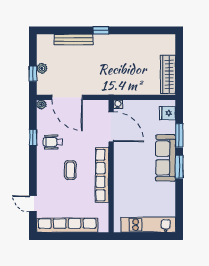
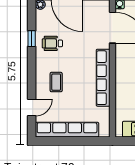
coffee table: (70, 170) -> (56, 82), moved
door: (33, 204) -> (32, 107), swing flipped

